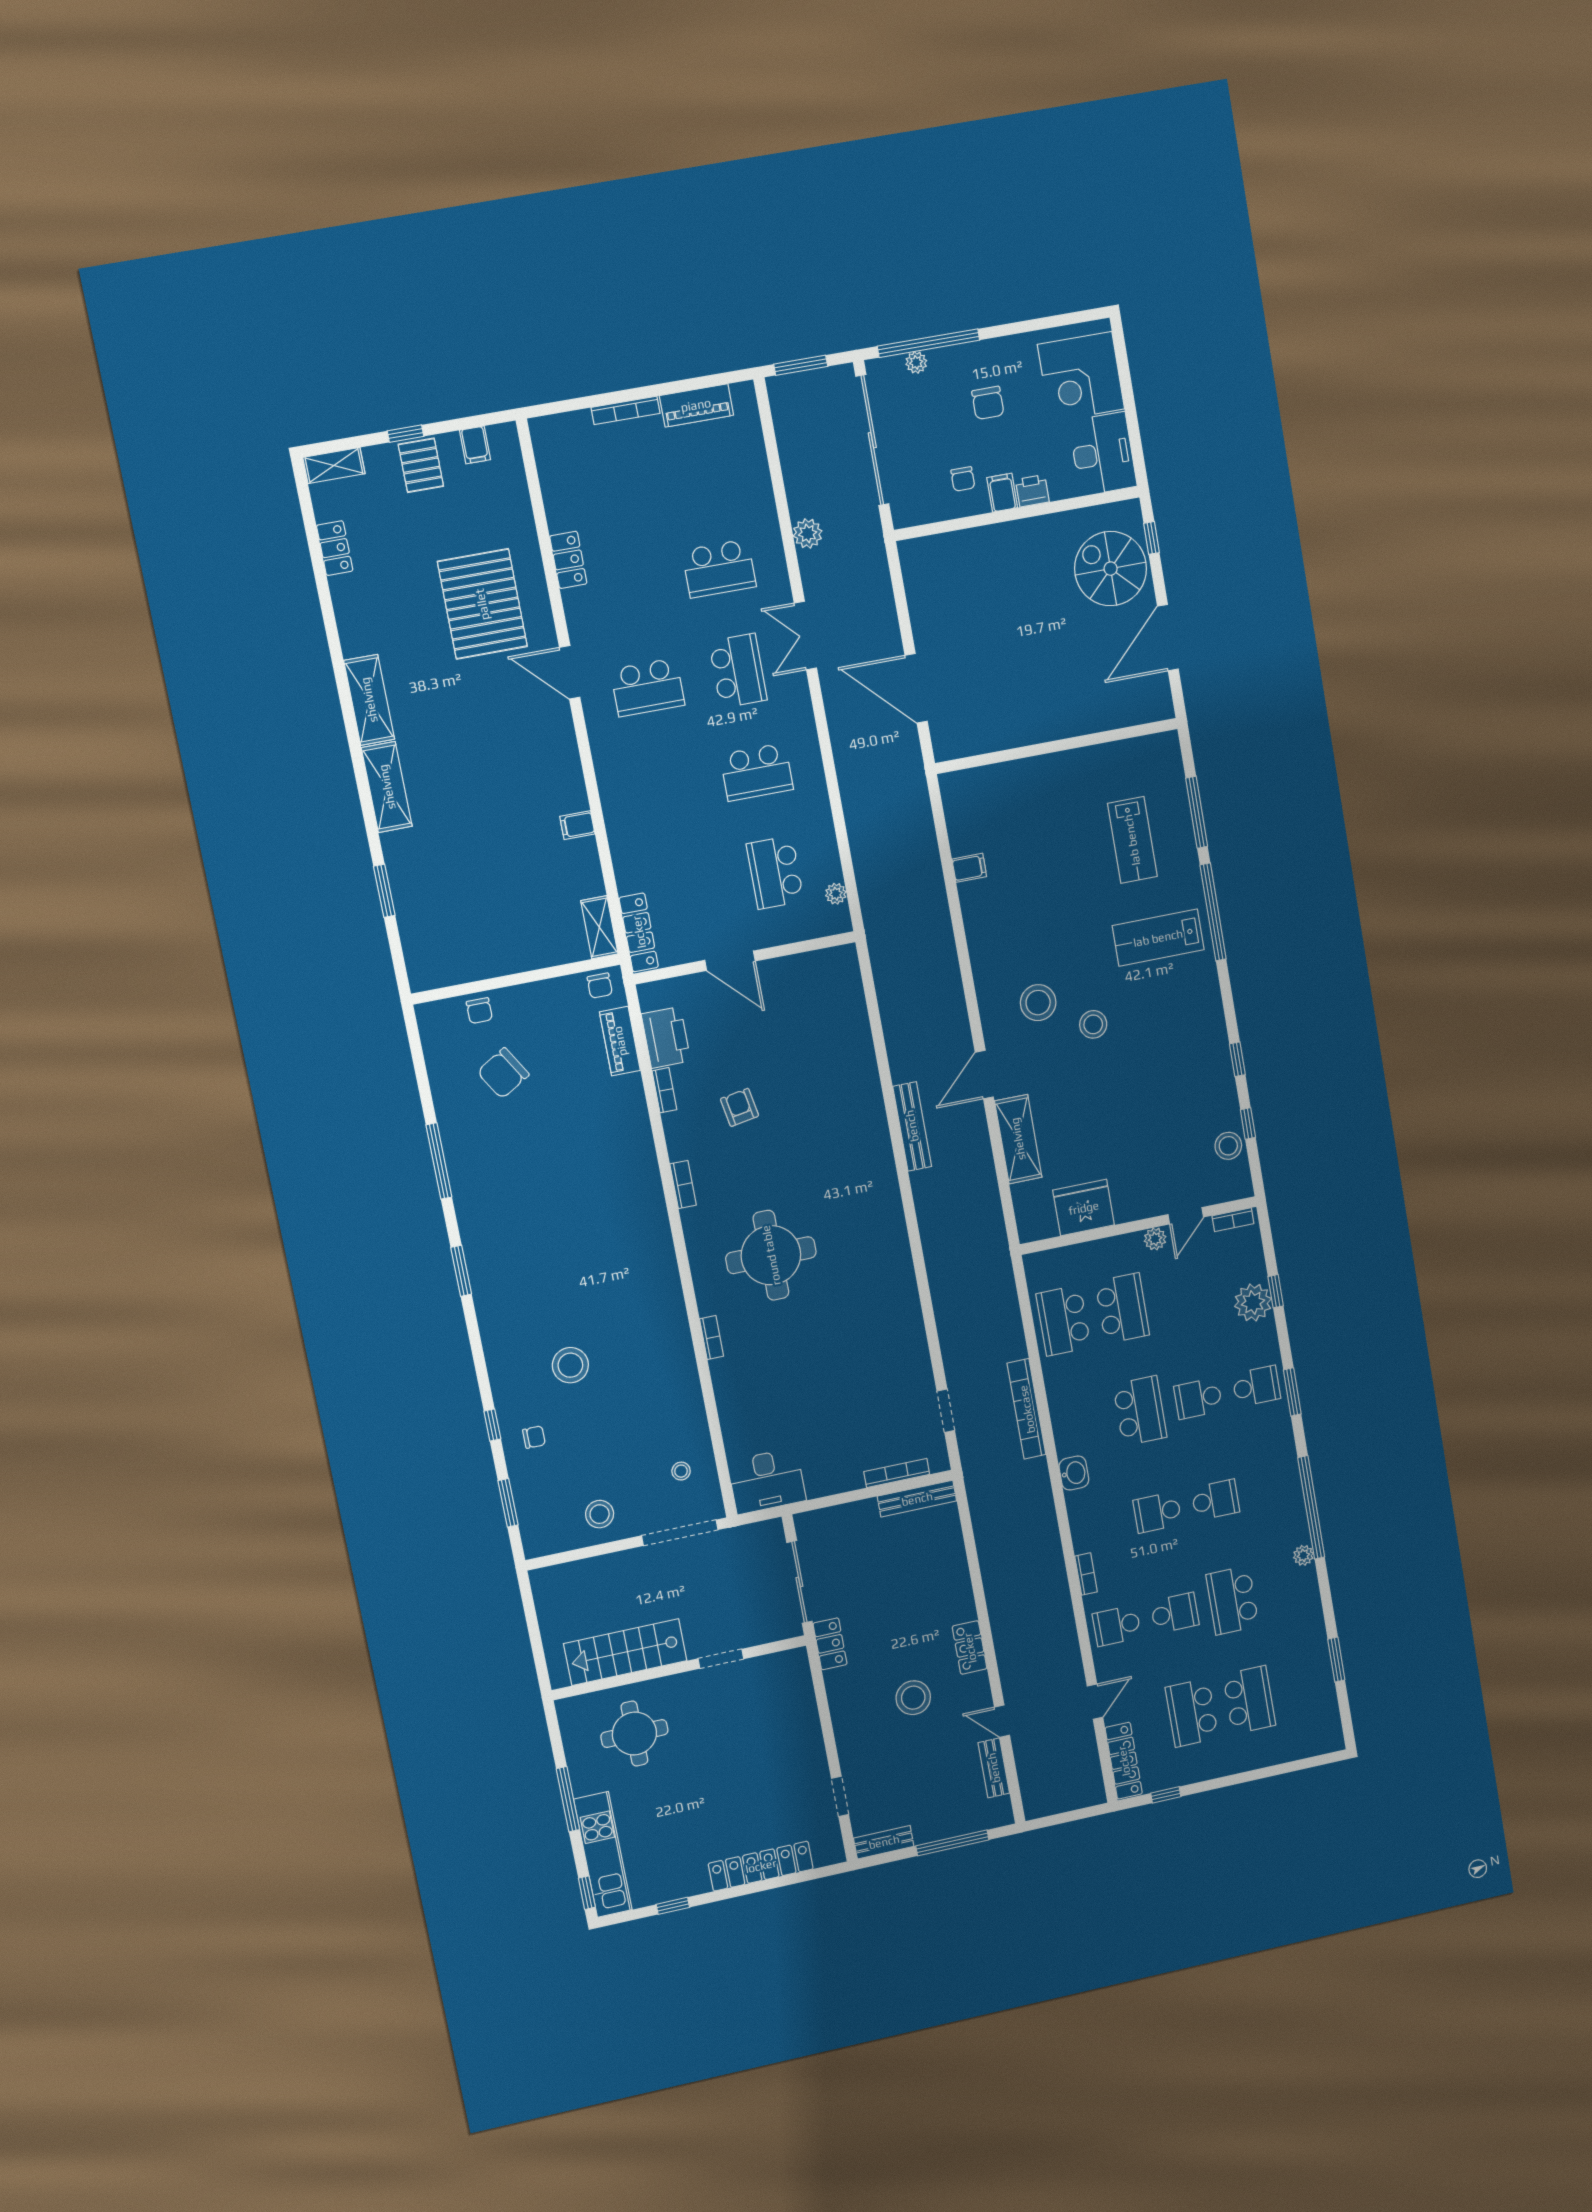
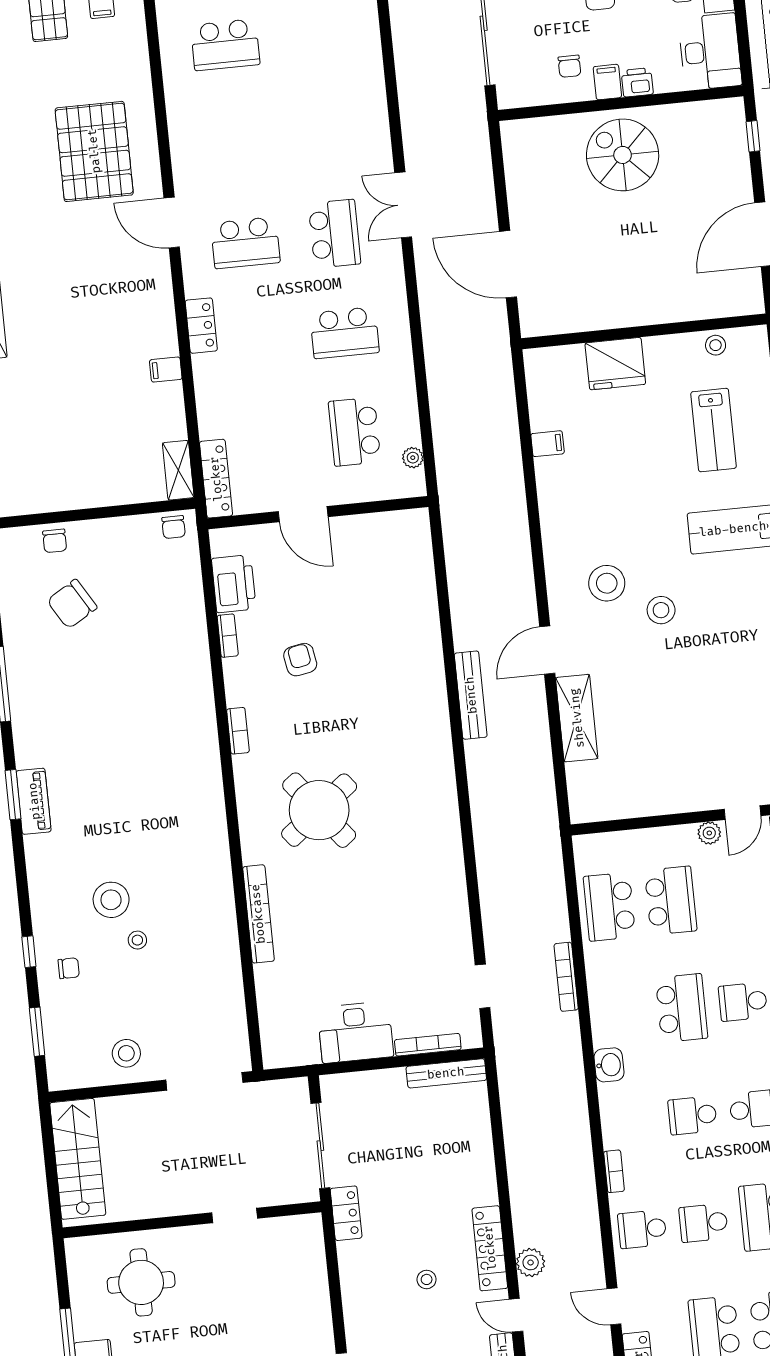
plant: (808, 533) -> (531, 1262), moved
locker: (568, 560) -> (201, 326), moved
school desk: (719, 569) -> (225, 45), moved
spiral stairs: (1111, 569) -> (623, 155), moved
stool: (1129, 754) -> (716, 345), added
piano: (620, 1041) -> (34, 801), moved, turned 180
fridge: (1084, 1208) -> (615, 364), moved, turned 180
round table: (771, 1255) -> (319, 810), turned -38
bookcase: (712, 1337) -> (258, 914), width x2.31, depth x1.31
bookcase: (1027, 1409) -> (566, 977), width x0.68, depth x0.76
stool: (681, 1471) -> (137, 940), moved
desk: (767, 1481) -> (355, 1032), moved
school desk: (1175, 1613) -> (703, 1223), turned 180
locker: (970, 1648) -> (490, 1248), width x1.53
stairs: (625, 1652) -> (78, 1159), moved, turned 90
stool: (913, 1698) -> (427, 1279), width x0.53, depth x0.53
door: (1095, 1702) -> (614, 1306), swing flipped

